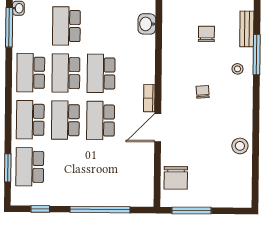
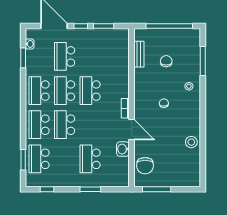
washbasin: (147, 24) -> (123, 149), moved
window: (9, 27) -> (23, 58), width x0.69
bench: (247, 29) -> (139, 54), moved
window: (257, 55) -> (203, 61), moved
school desk: (101, 120) -> (90, 159), moved
door: (158, 128) -> (132, 130), swing flipped
window: (100, 210) -> (90, 189), width x0.47

